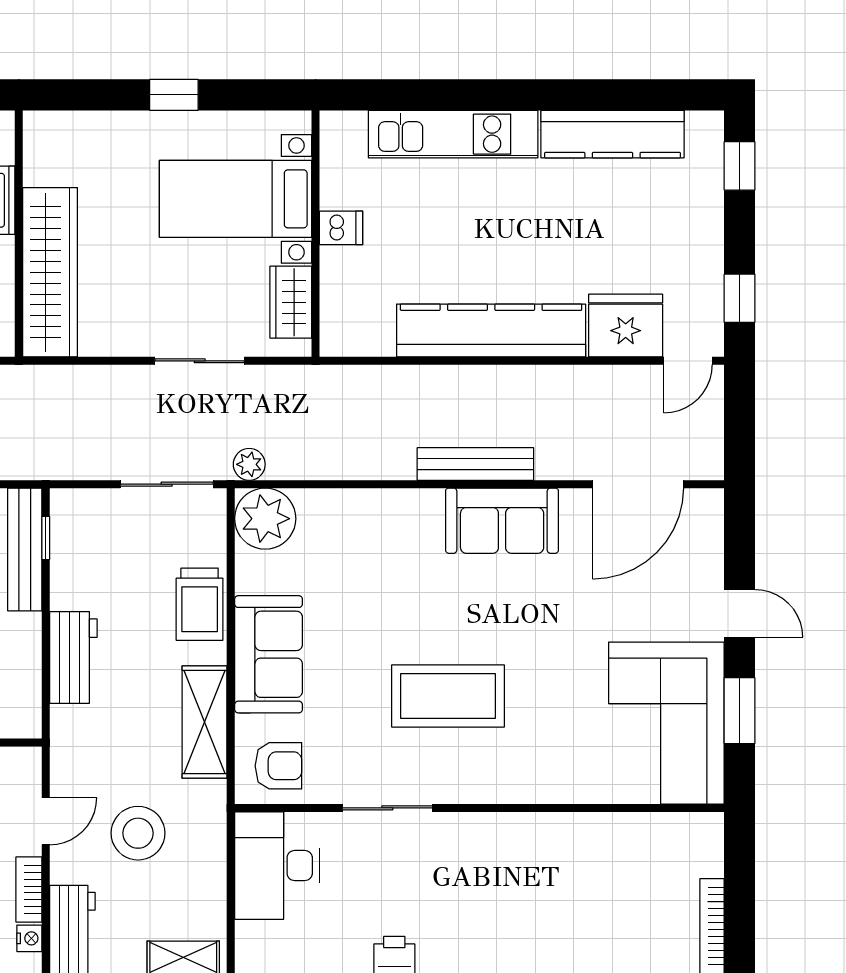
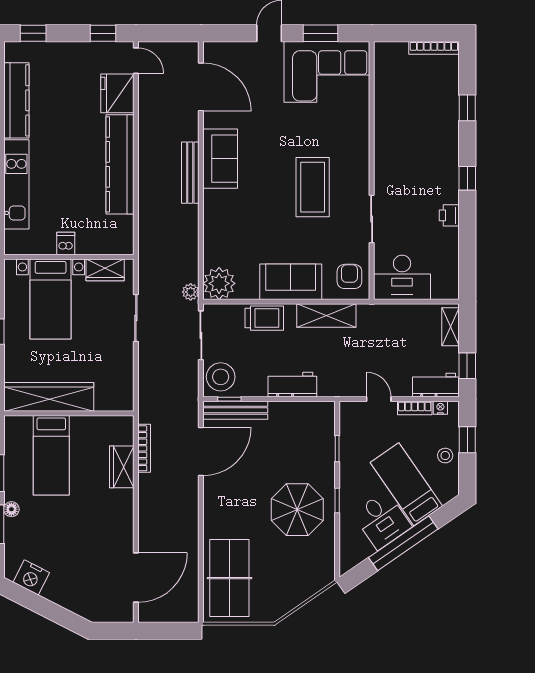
wardrobe: (50, 272) -> (49, 397), moved
stool: (138, 833) -> (221, 377), moved

